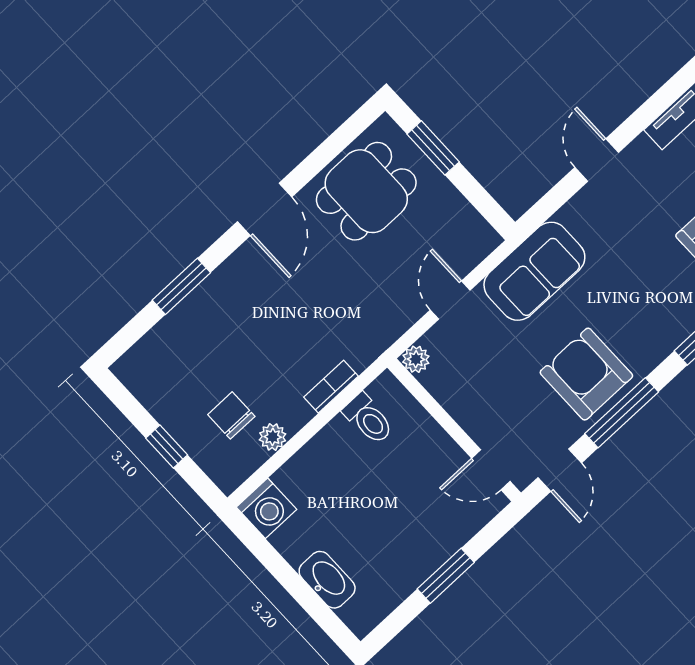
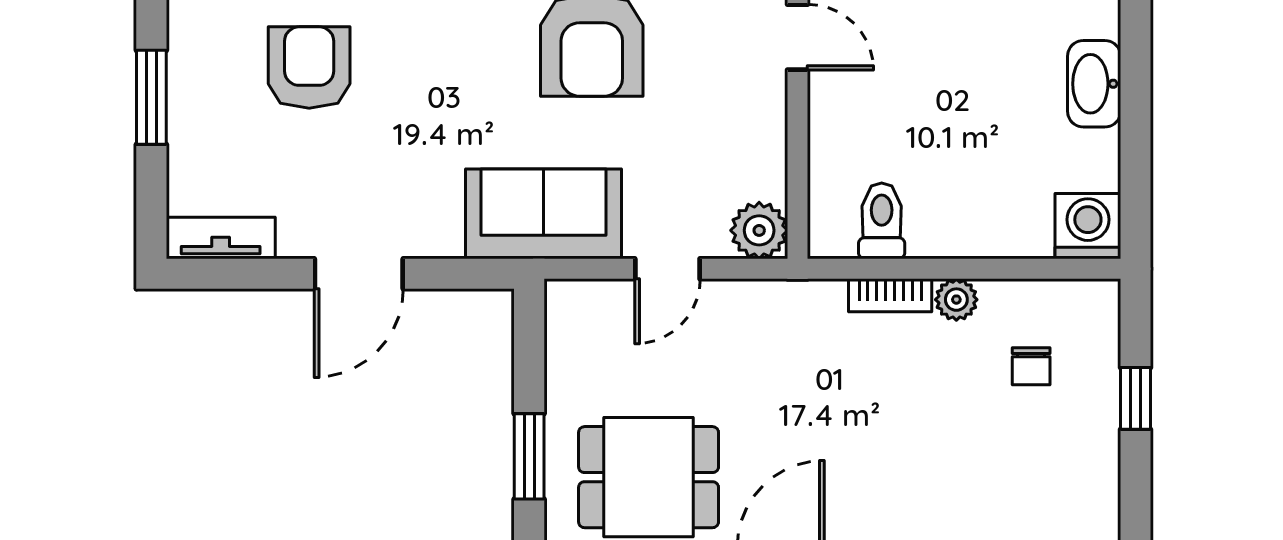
door: (597, 160) -> (359, 274), width x1.38
plant: (416, 359) -> (759, 230), width x1.38, depth x1.38
chair: (231, 415) -> (1031, 366), width x0.73, depth x0.73
plant: (273, 437) -> (956, 300), moved

